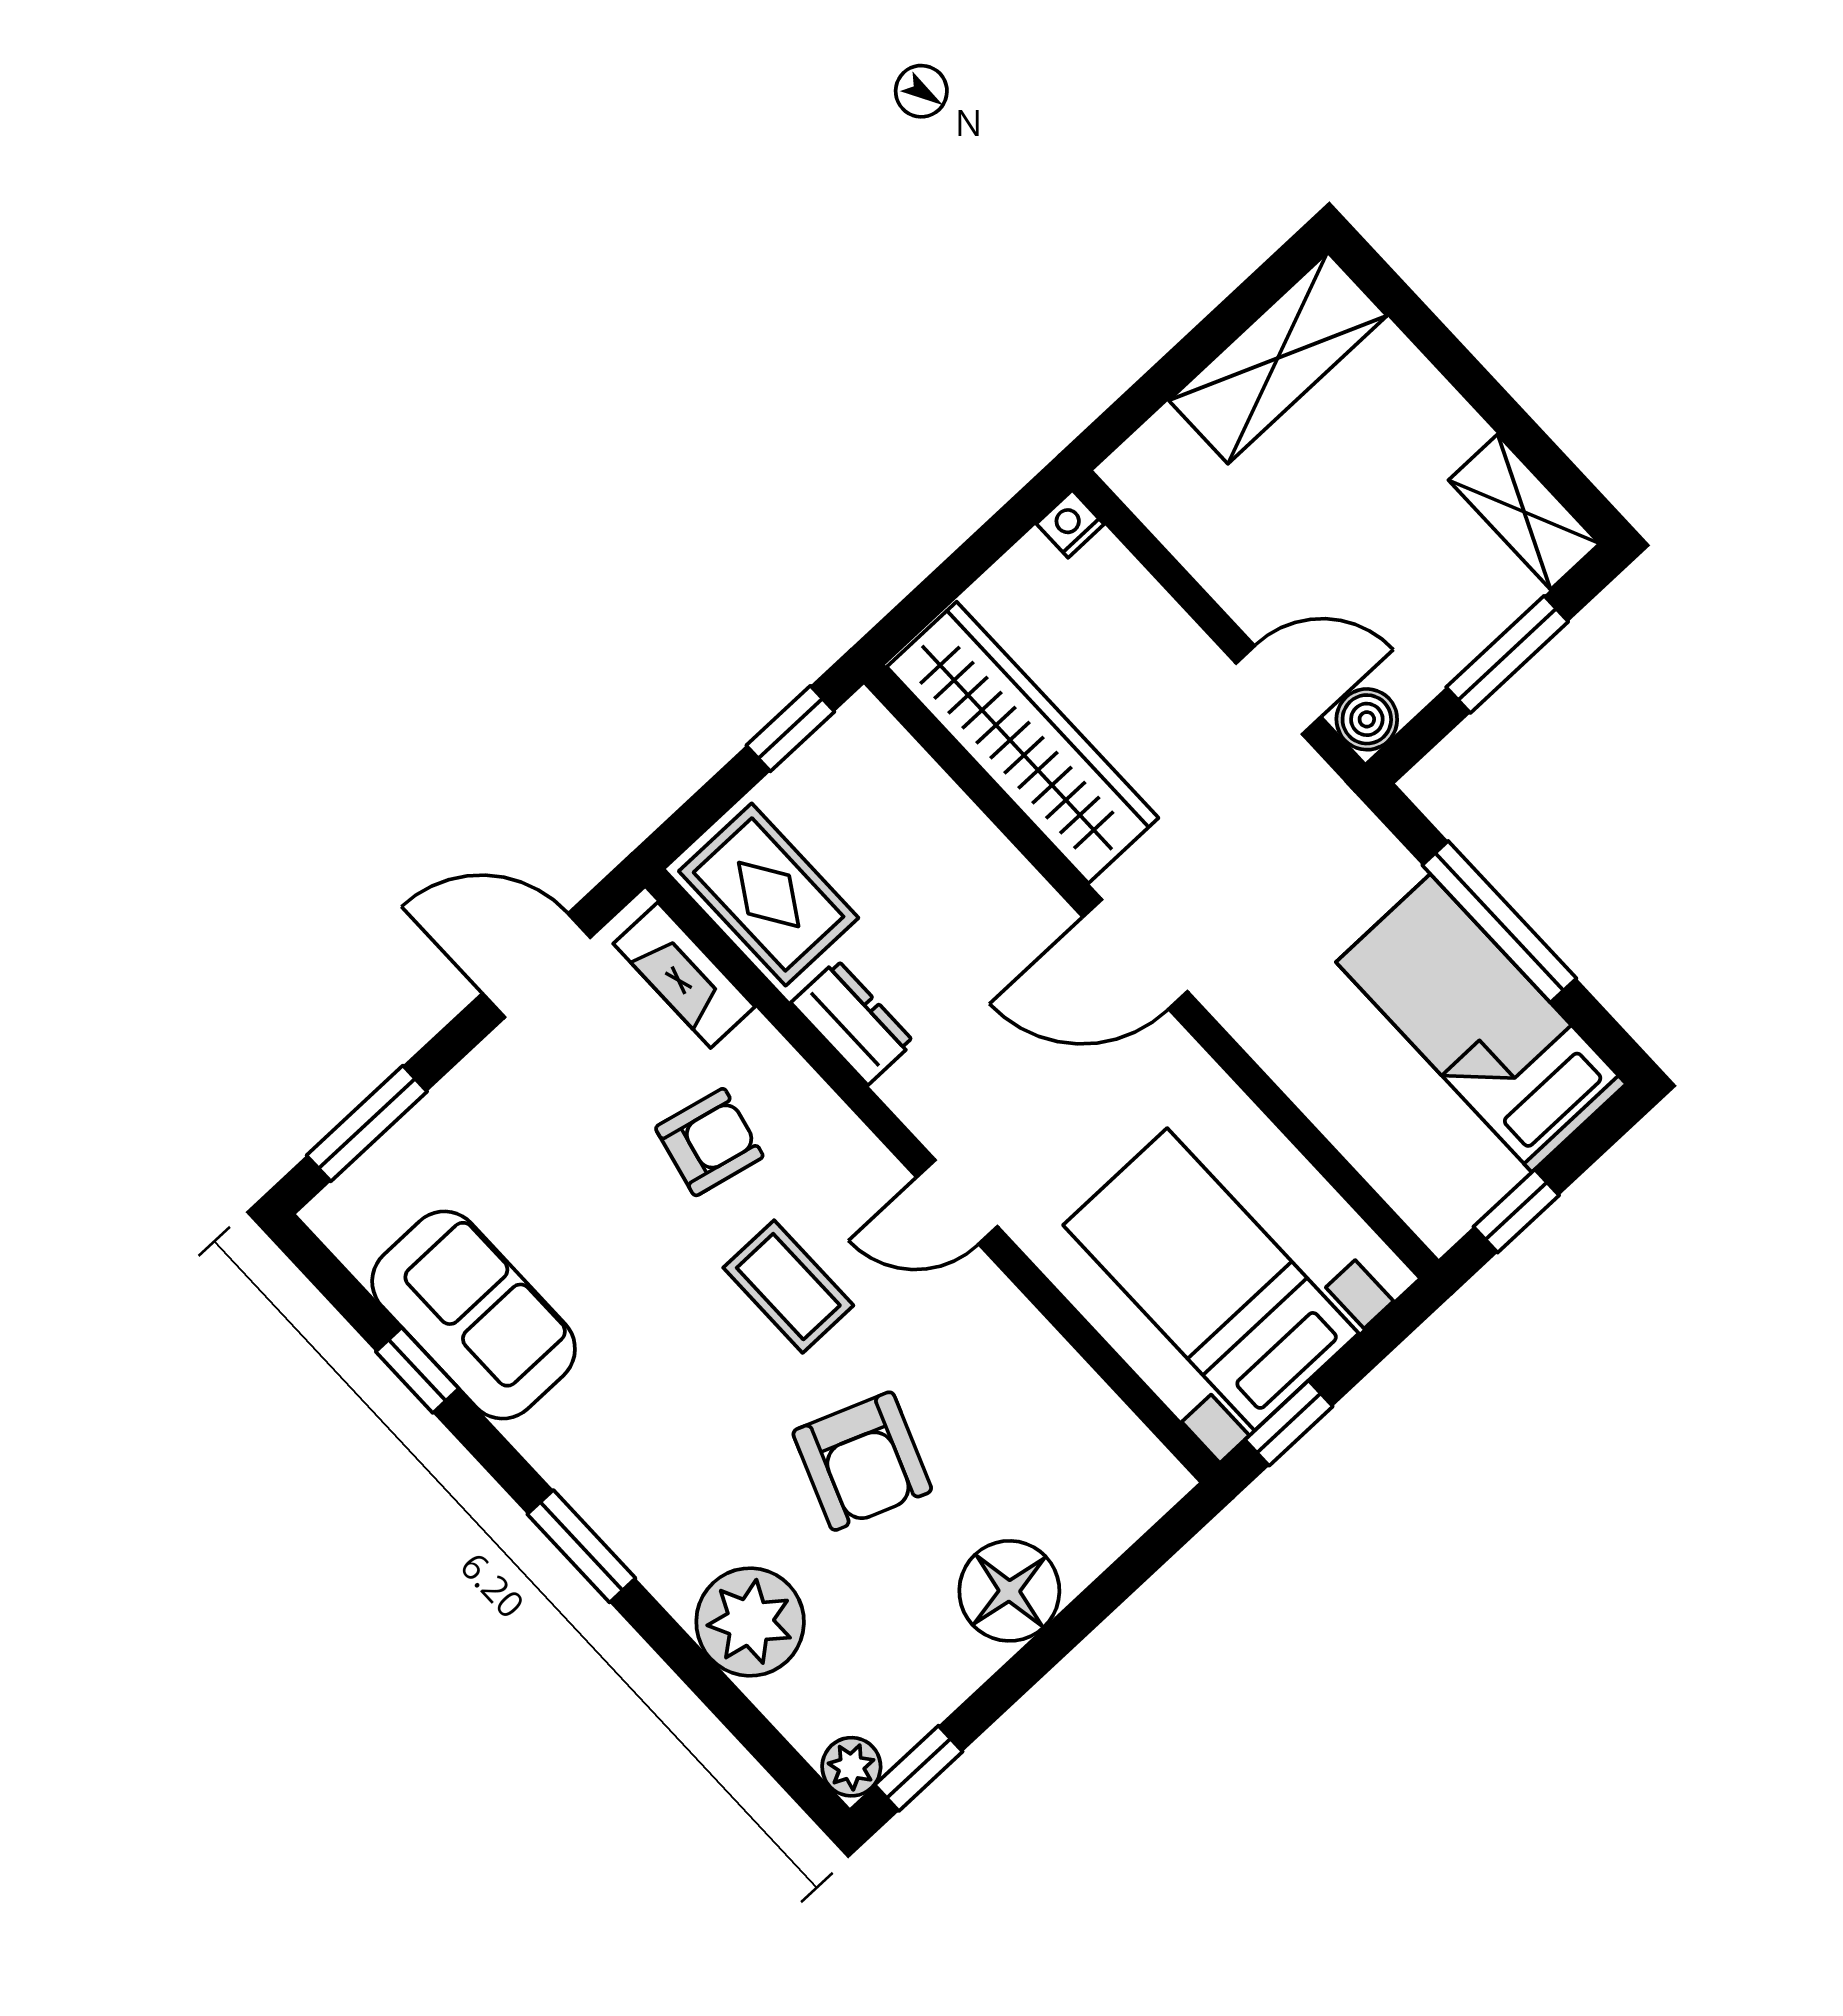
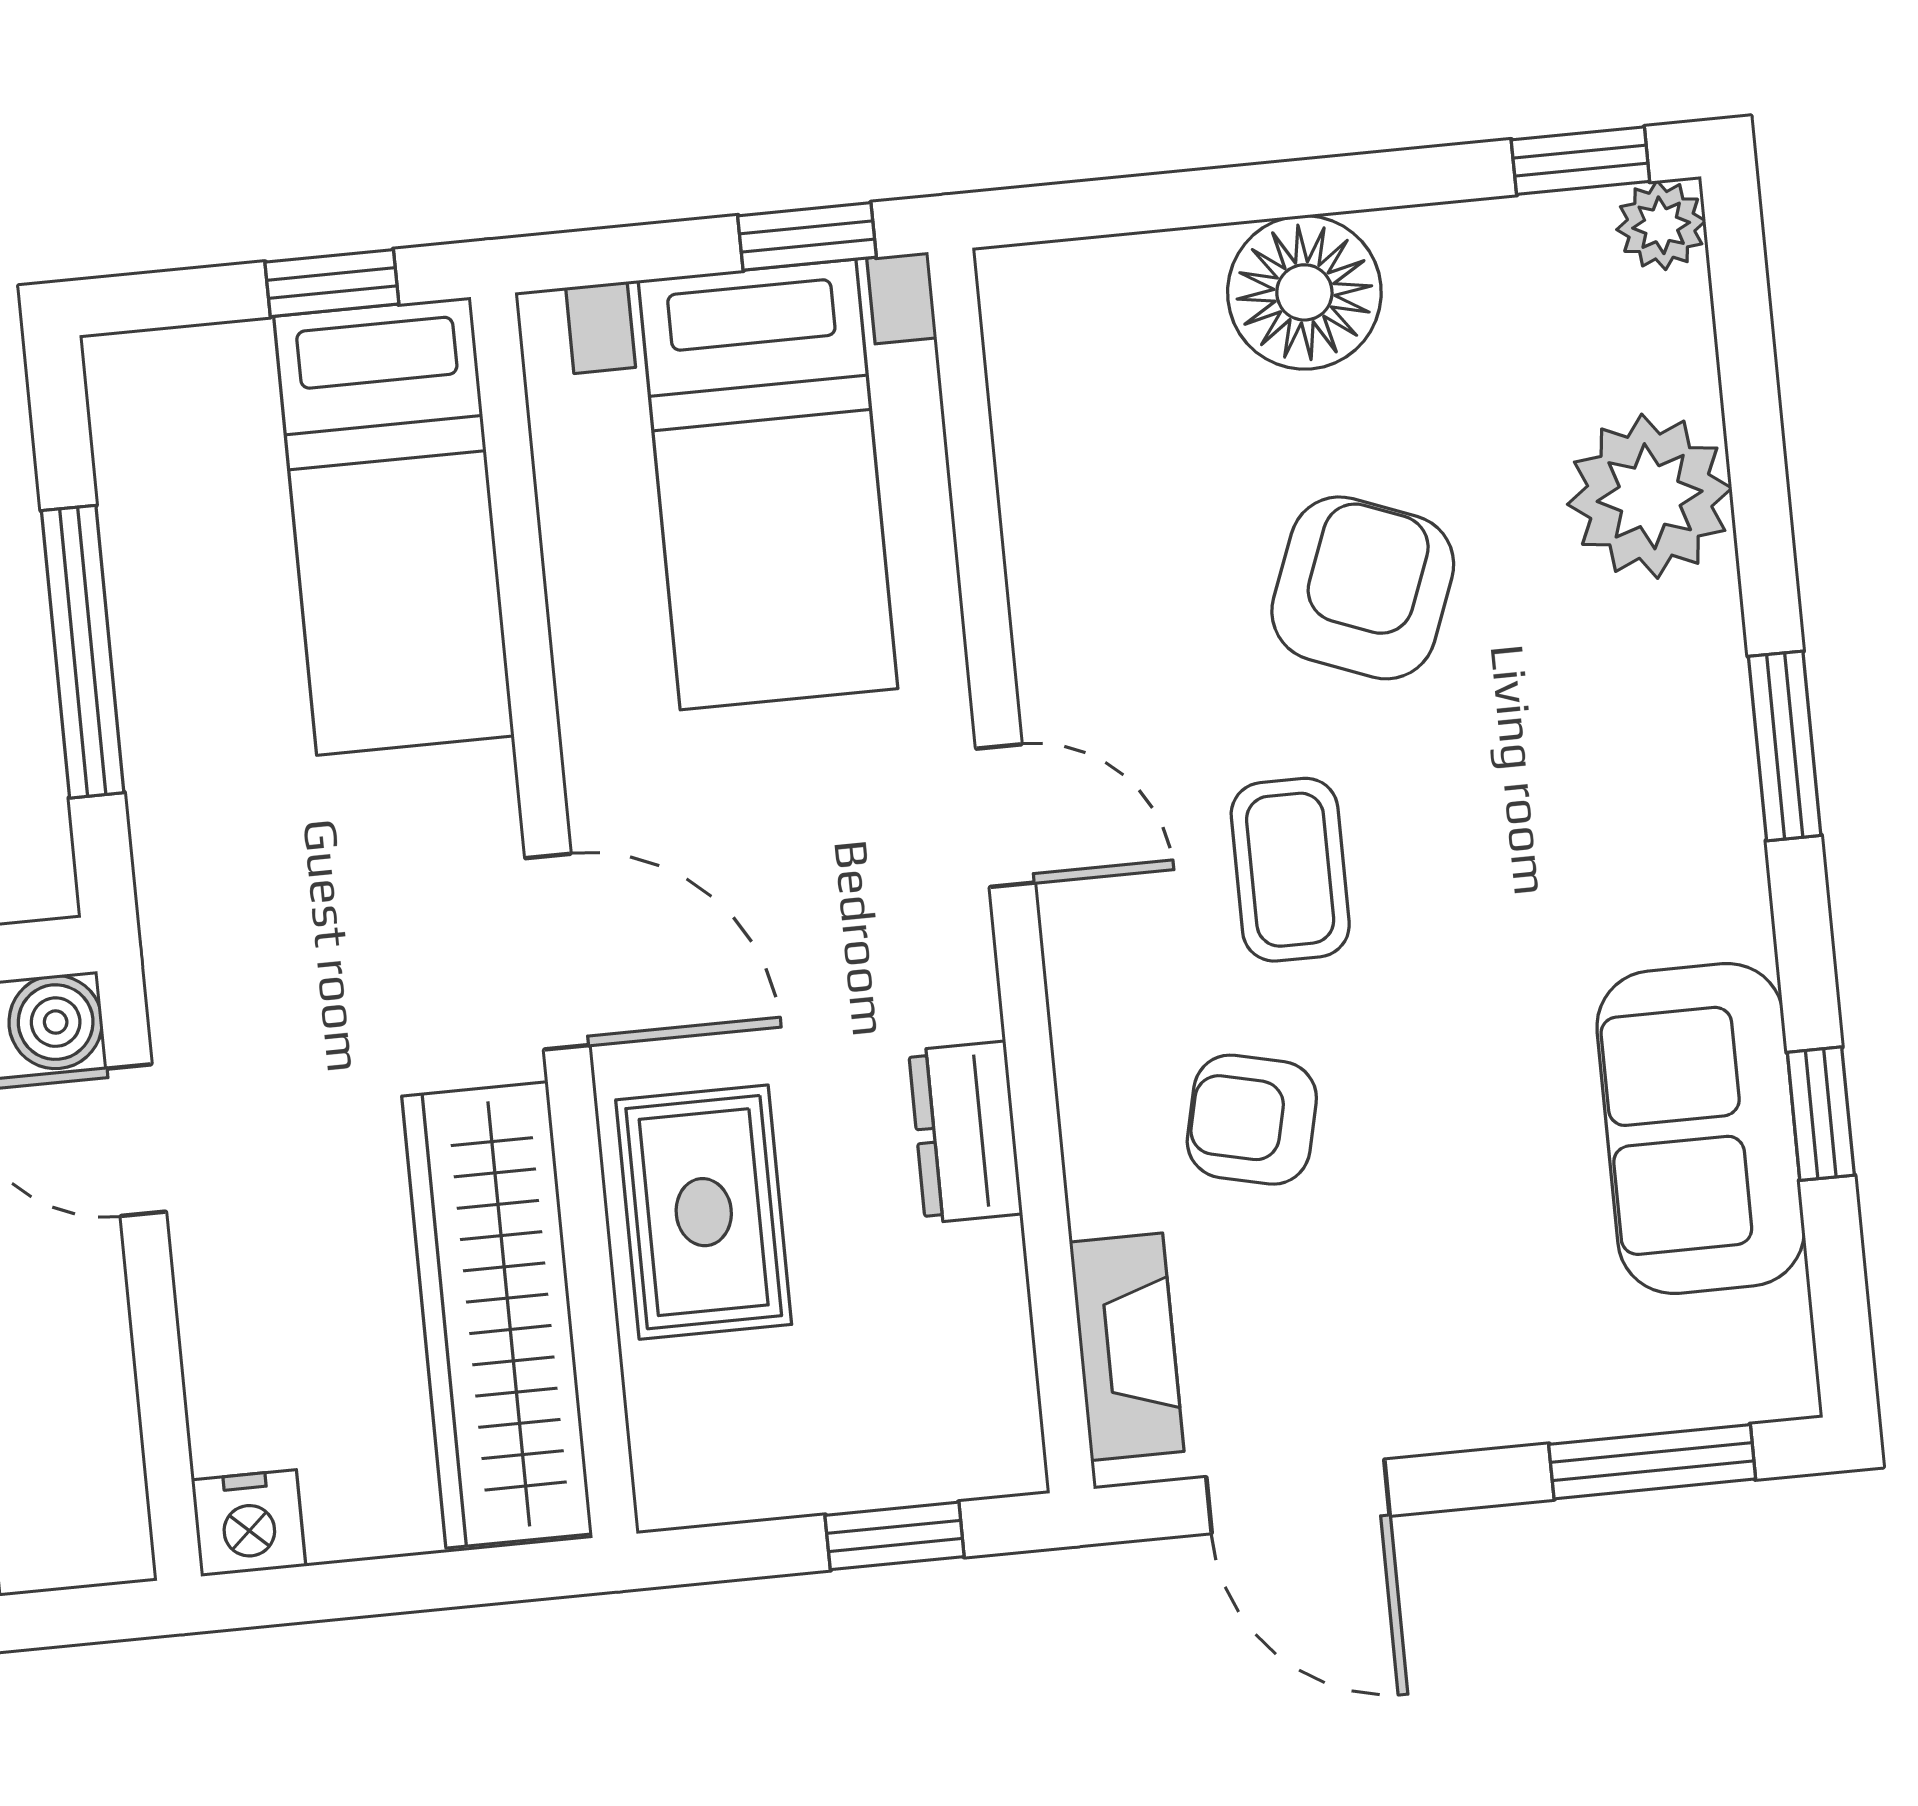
nightstand: (1070, 524) -> (249, 1523), width x1.39, depth x1.35
window: (790, 729) -> (895, 1536), moved
rug: (769, 894) -> (704, 1212), moved
bed: (1481, 1023) -> (394, 526), moved

